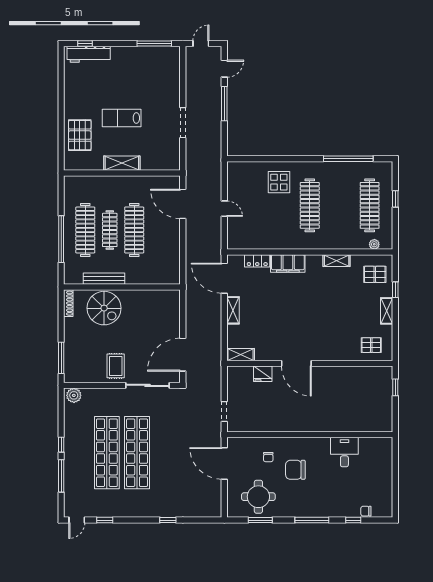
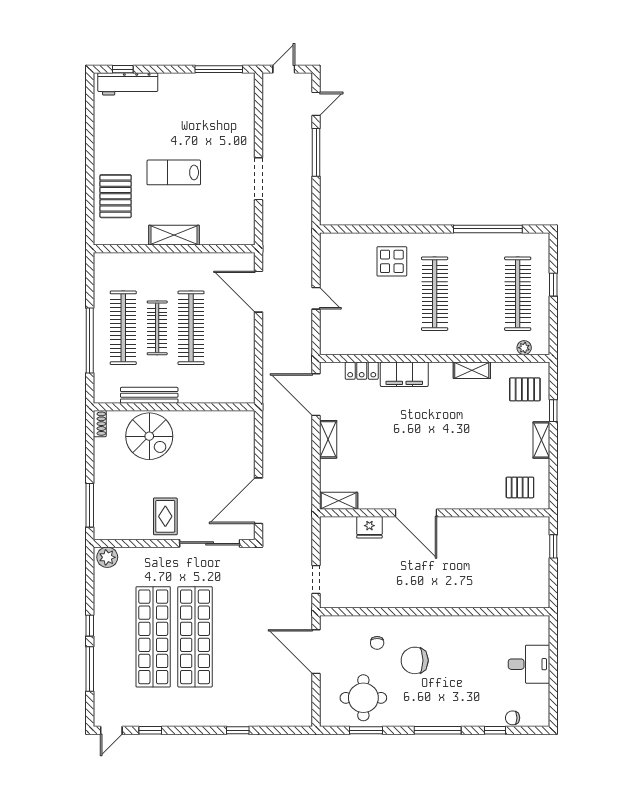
shoe rack: (68, 303) -> (100, 424), width x0.70
desk: (344, 452) -> (529, 664), moved, turned 90

